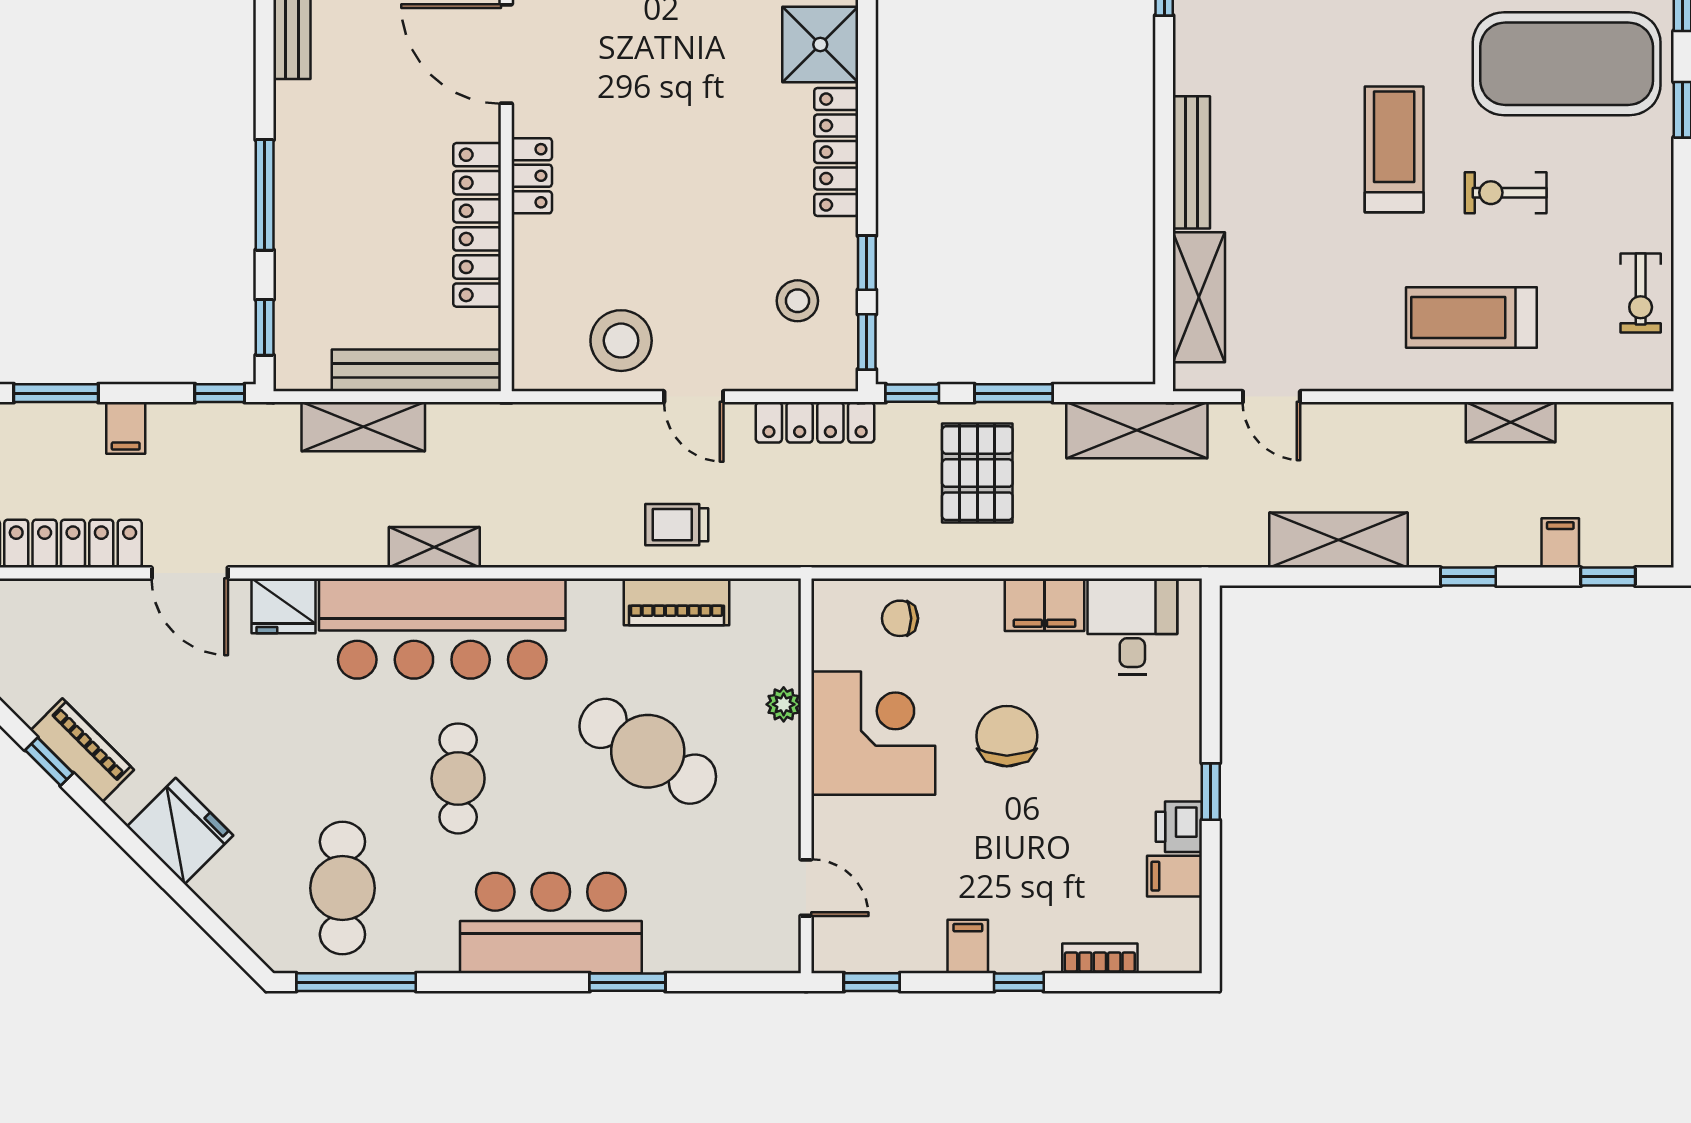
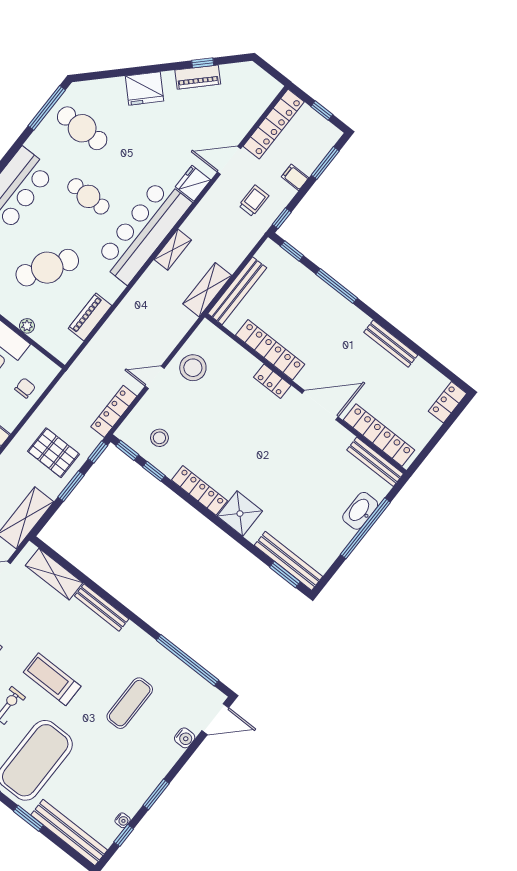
treadmill: (1394, 149) -> (52, 679), turned 180
shelving: (363, 427) -> (207, 290), moved
trolley: (677, 525) -> (254, 201), moved

